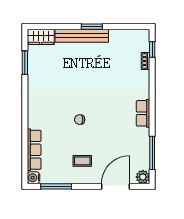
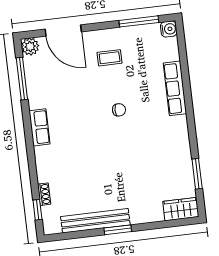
bench: (82, 36) -> (95, 221), moved
row of seats: (34, 150) -> (175, 88), moved
door: (116, 186) -> (63, 30), hinge flipped

